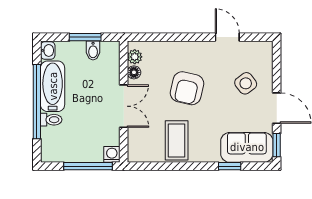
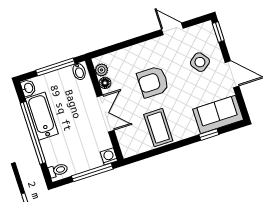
window: (85, 37) -> (55, 67), width x1.44
bidet: (93, 50) -> (79, 71), moved
armchair: (187, 88) -> (153, 82), turned 77
toilet: (51, 120) -> (58, 170), moved
window: (277, 145) -> (218, 32), moved

